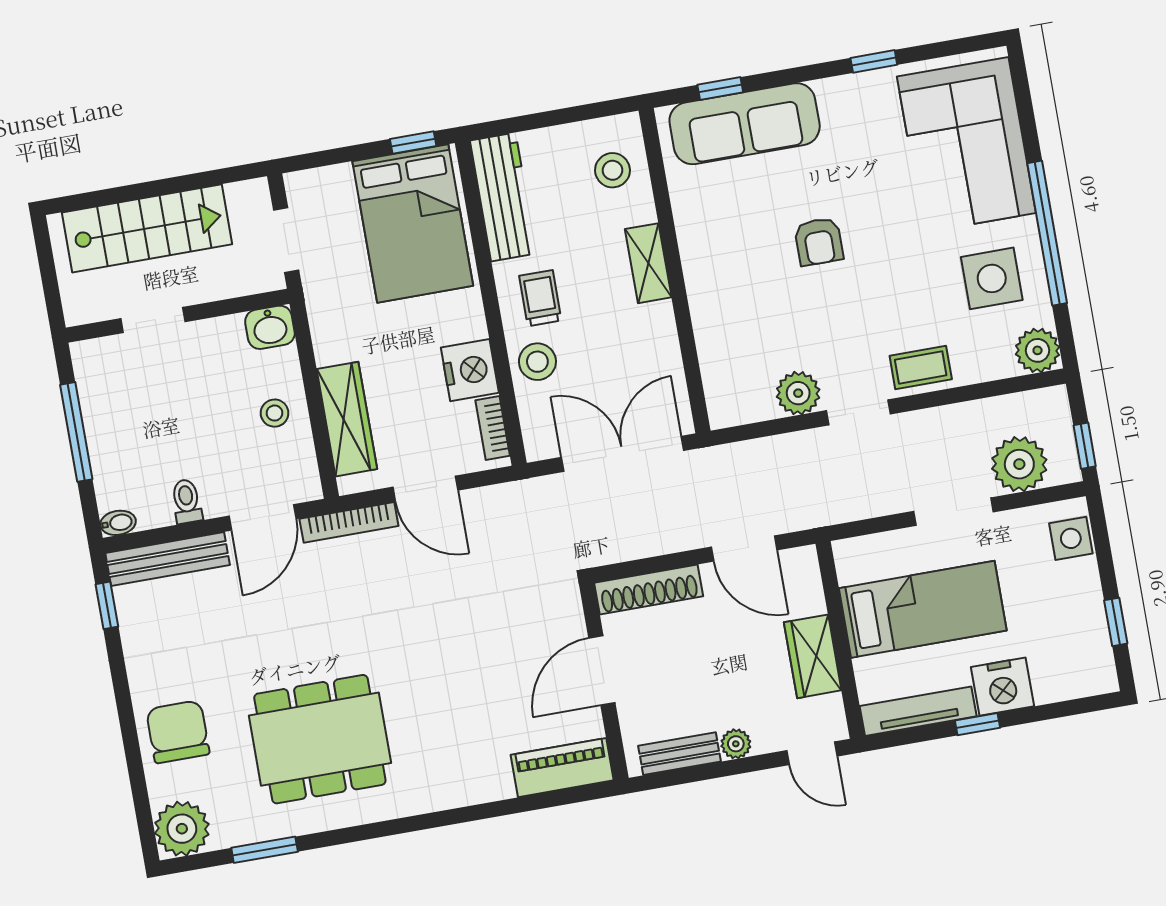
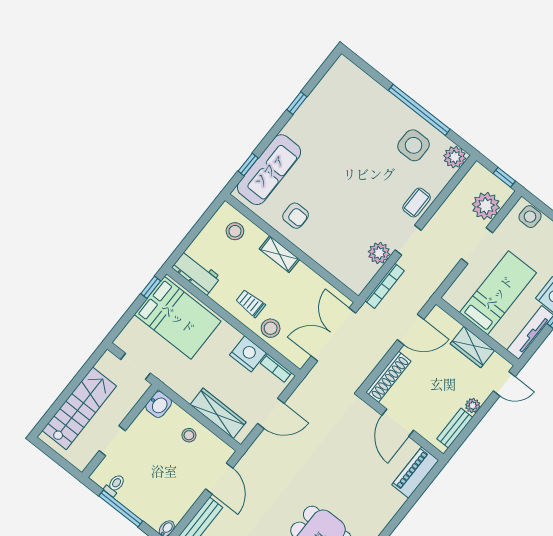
corner sofa: (966, 145) -> (359, 104), removed
workbench: (503, 197) -> (196, 272), width x0.73
armchair: (819, 242) -> (296, 216), moved
toilet: (187, 501) -> (115, 485), moved, turned 90
bookcase: (349, 522) -> (385, 286), moved

